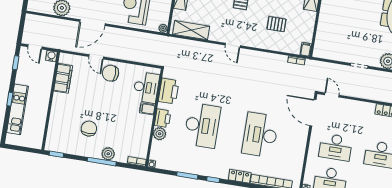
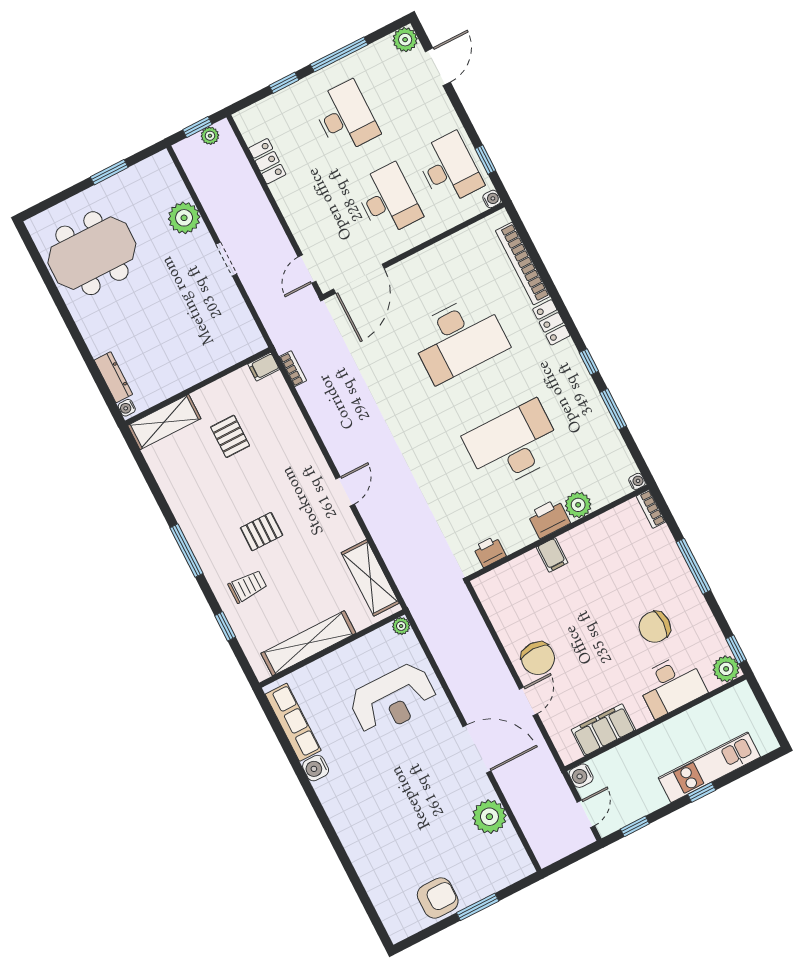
pallet: (277, 24) -> (230, 436), moved
desk: (146, 87) -> (671, 685), moved, turned 180
printer: (169, 91) -> (490, 552), width x0.53, depth x0.68
plant: (108, 154) -> (726, 669), moved

